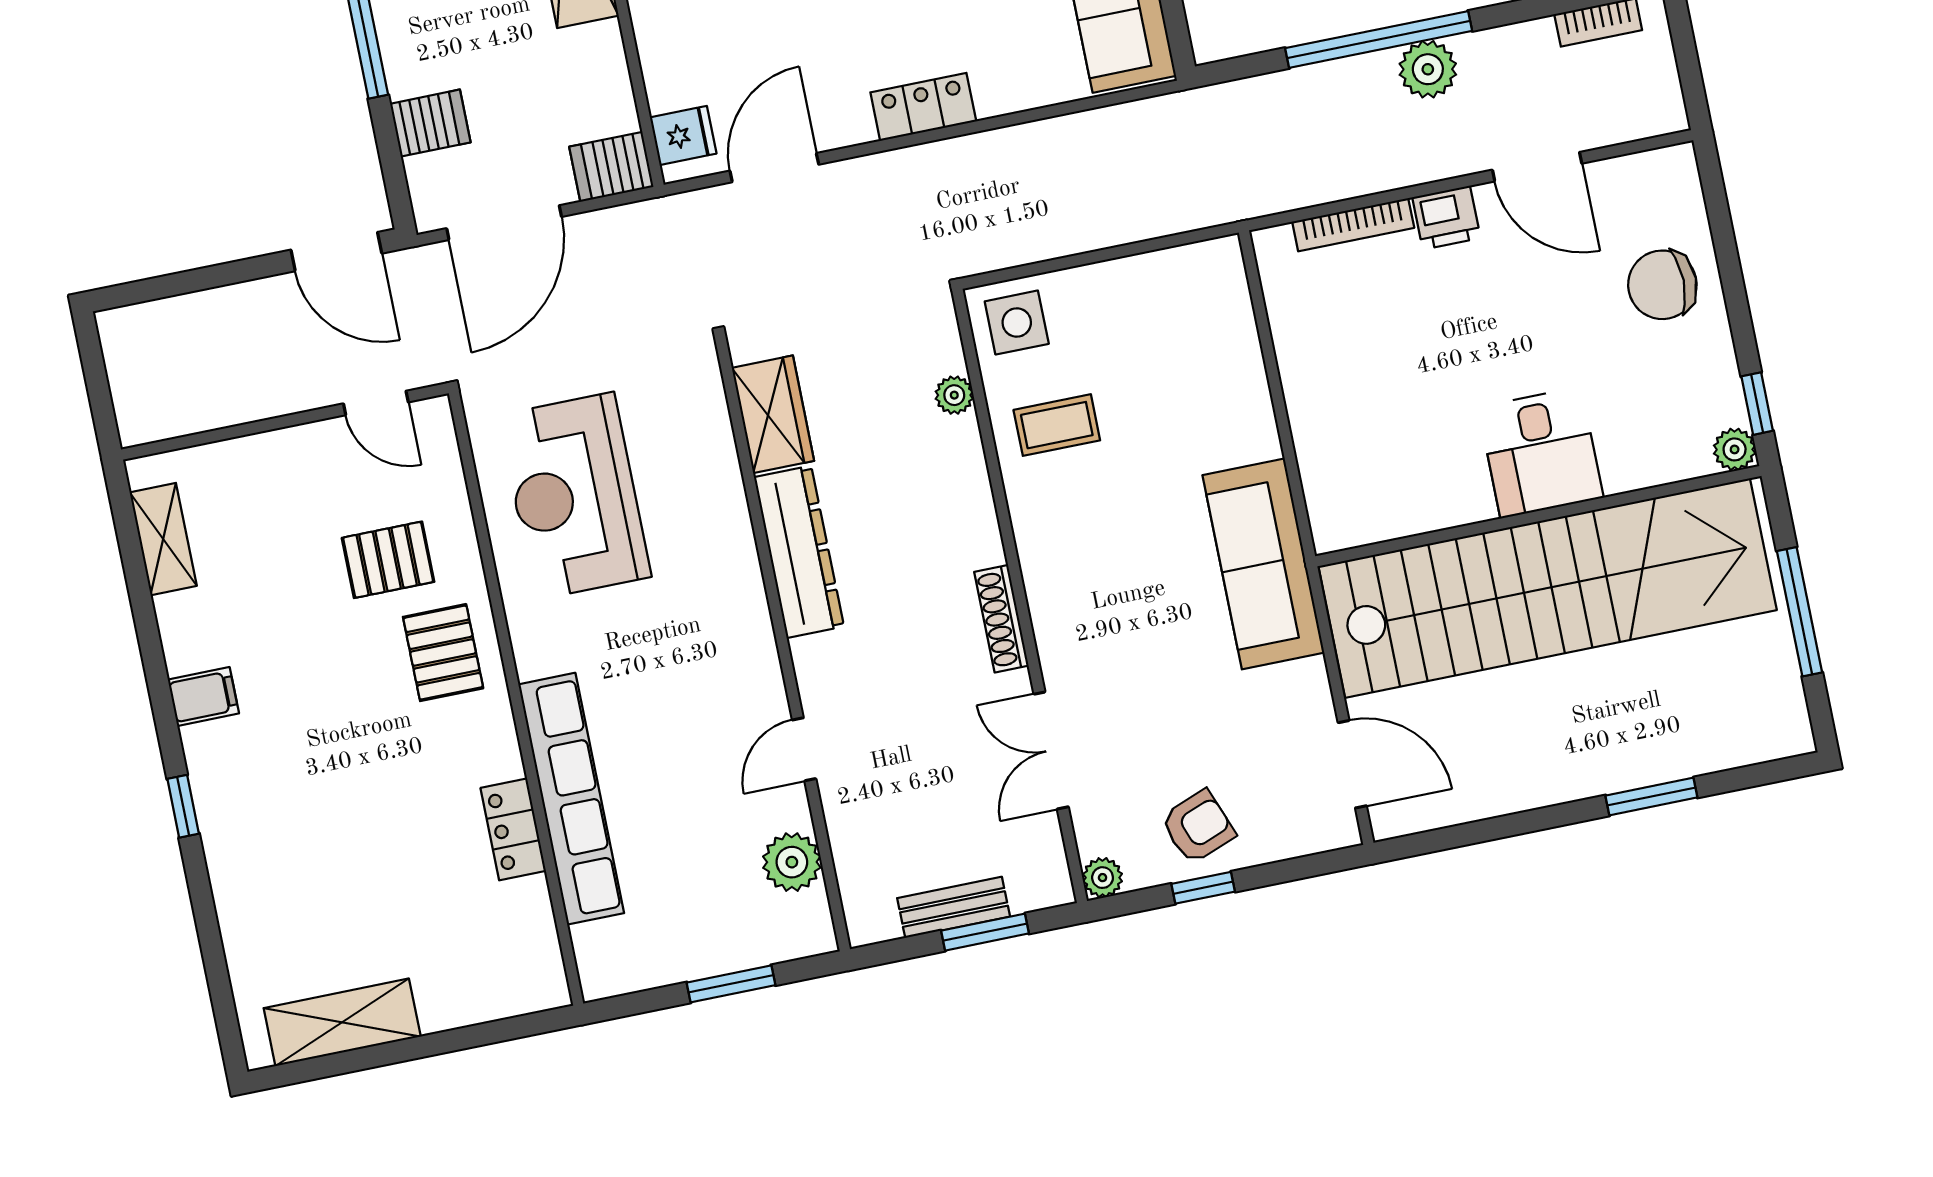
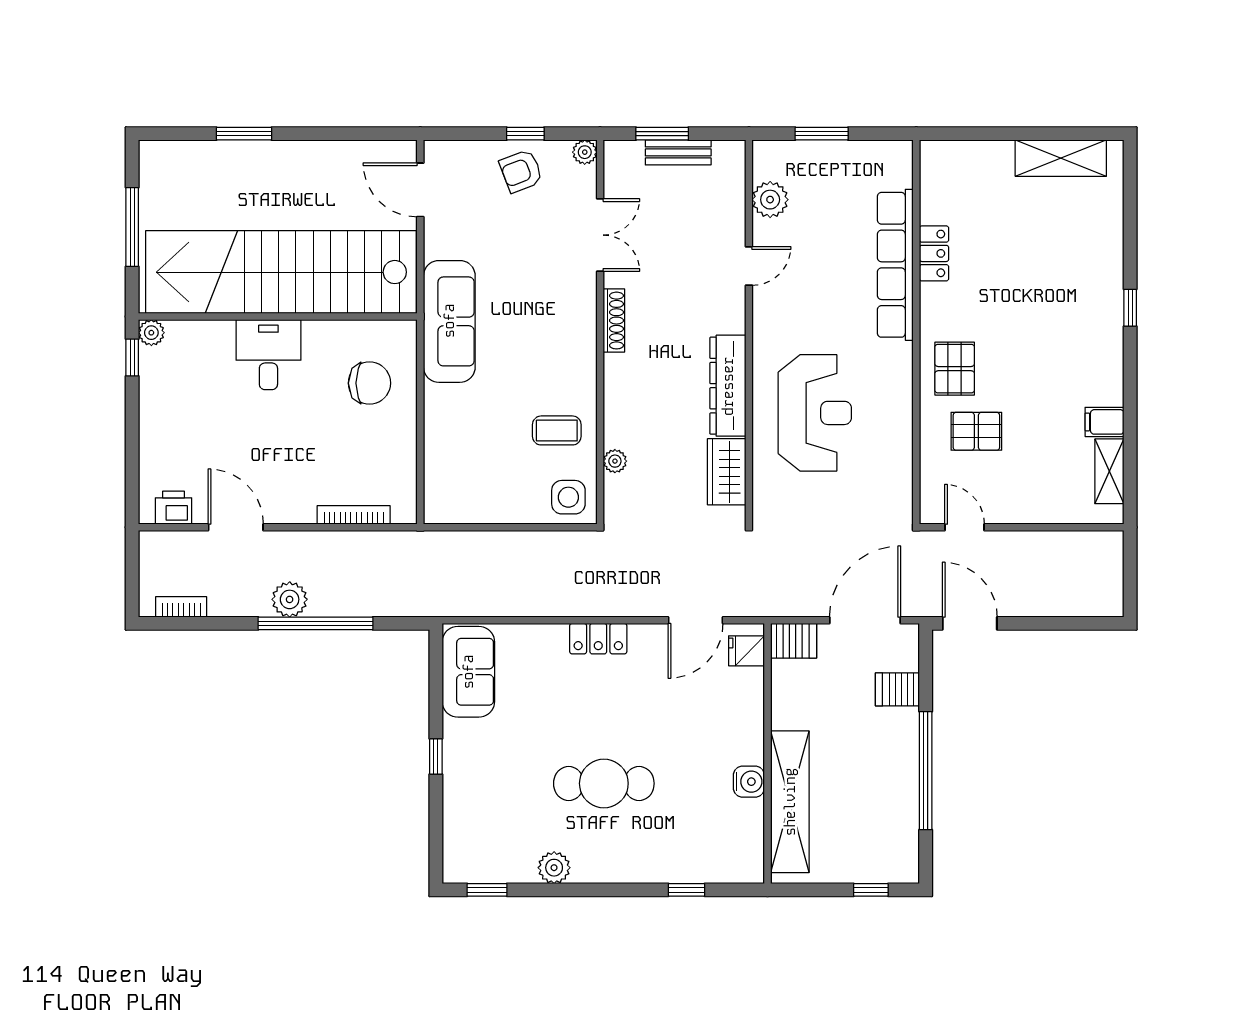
printer: (1446, 218) -> (173, 508), moved
chair: (1662, 285) -> (369, 383), moved
reception desk: (575, 496) -> (815, 413), moved
filing cabinet: (203, 697) -> (1104, 422), moved

